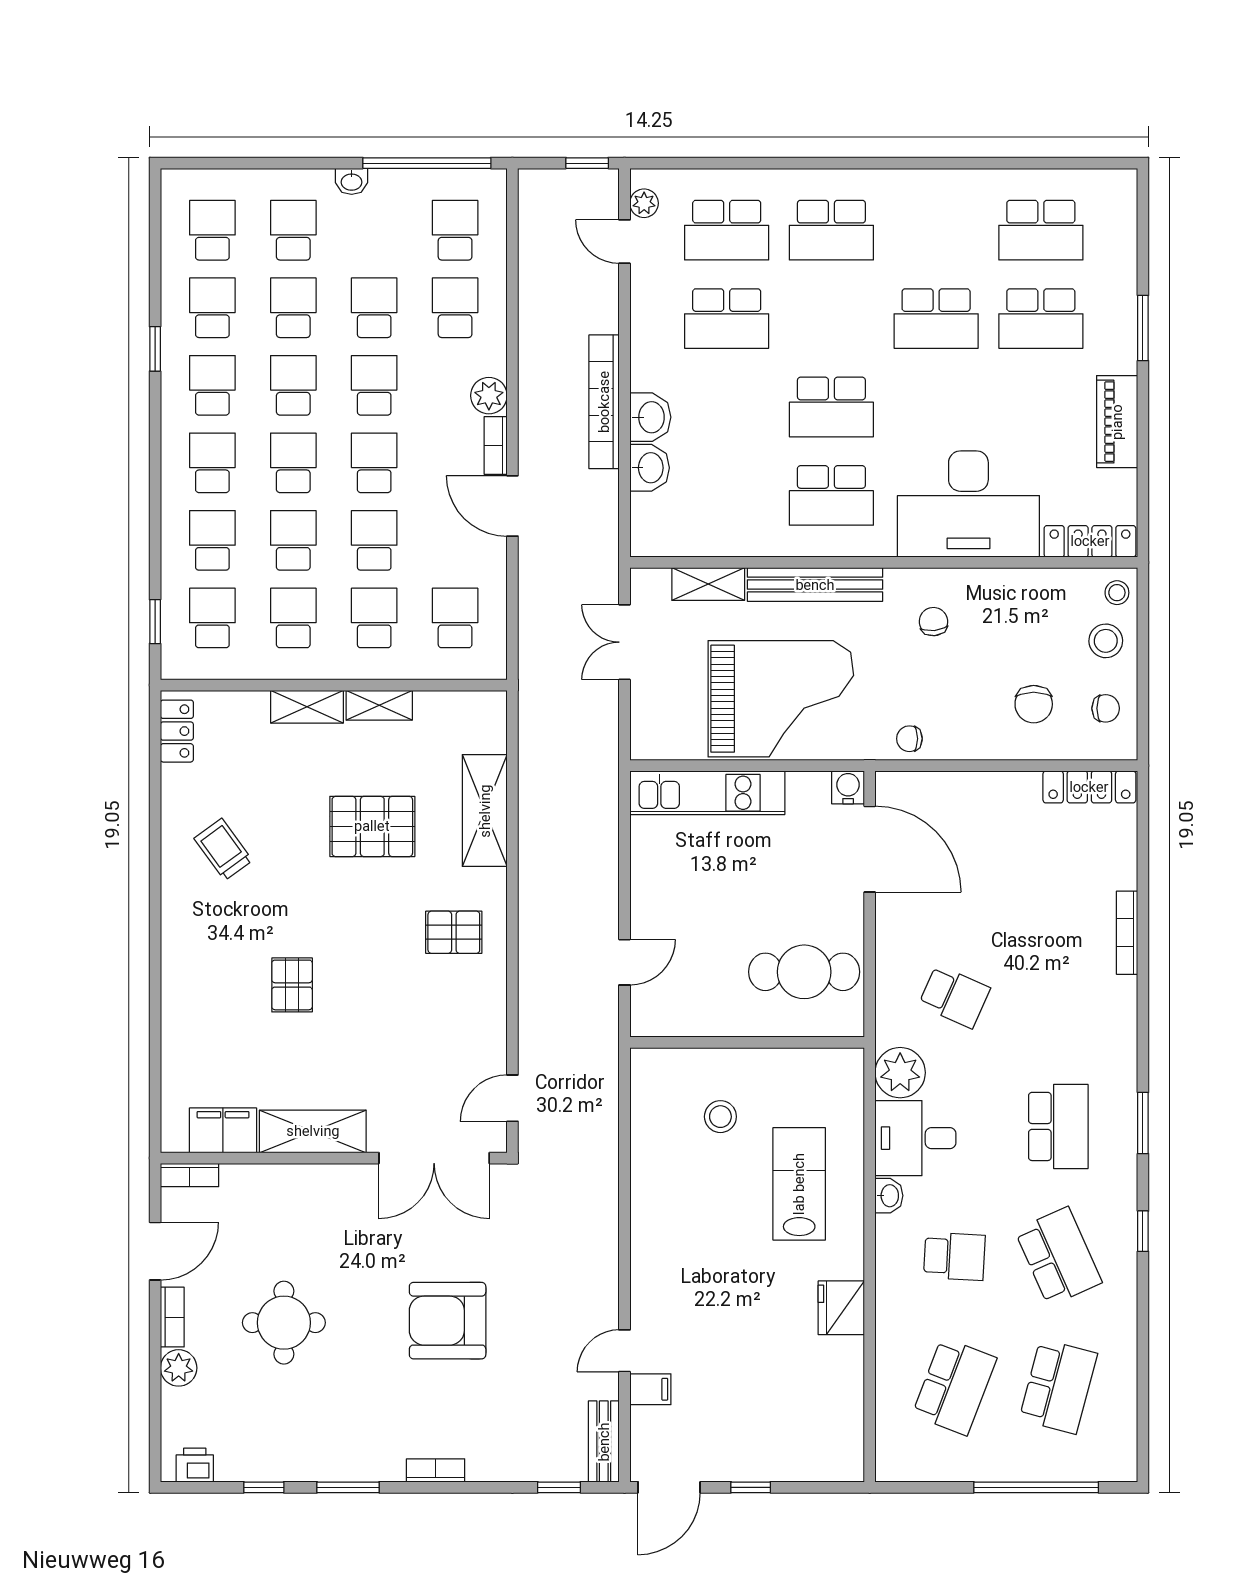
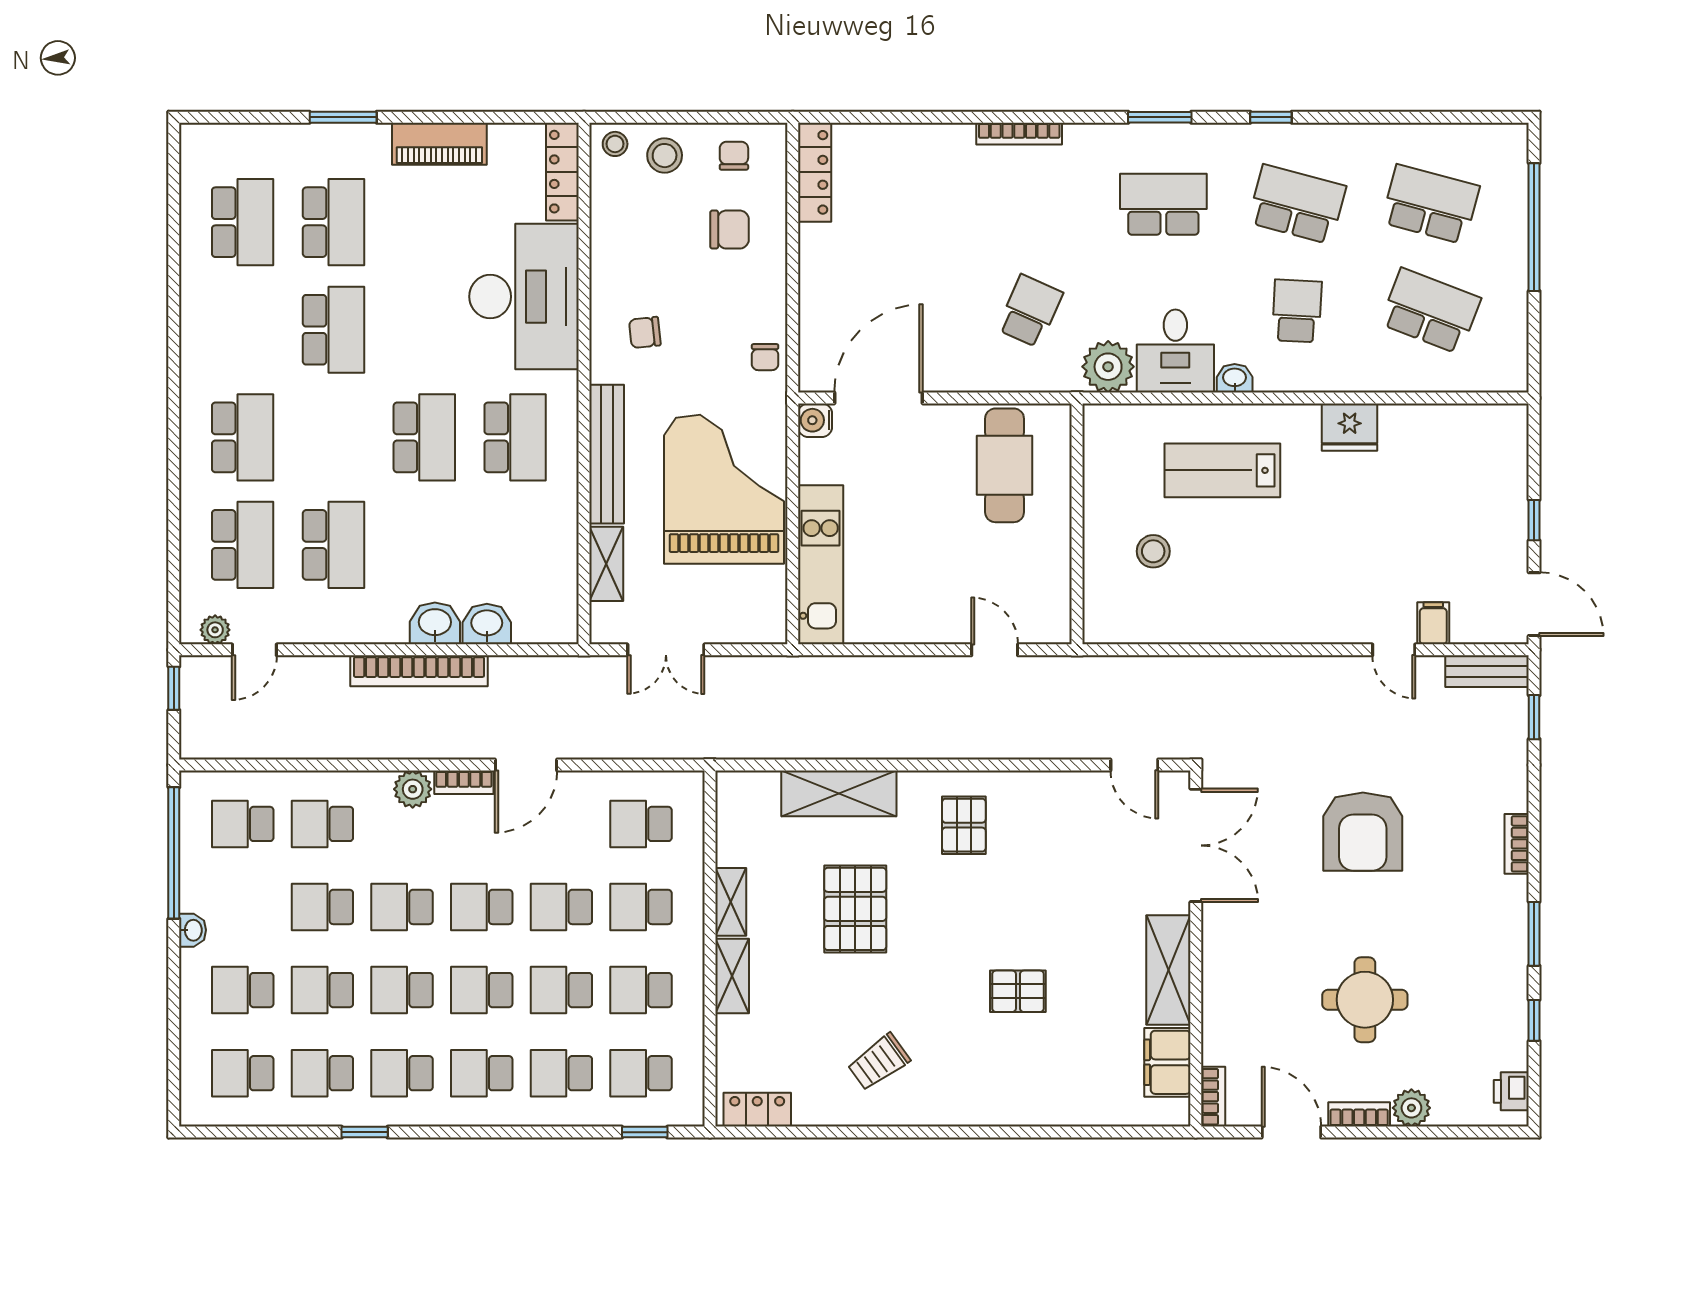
bookcase: (1127, 933) -> (1019, 134), moved
school desk: (1058, 1256) -> (1297, 204), turned 39

